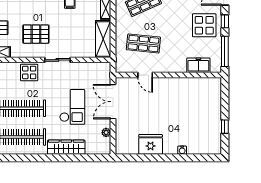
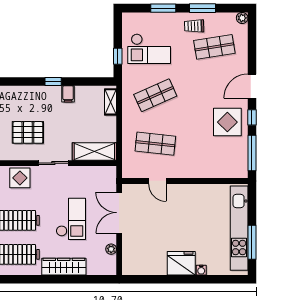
shelving: (103, 39) -> (94, 151), moved, turned 90
freezer: (198, 65) -> (220, 169), removed
kitchen unit: (214, 115) -> (239, 228), added
window: (225, 127) -> (252, 242), width x2.17
fridge: (151, 144) -> (181, 263), moved

